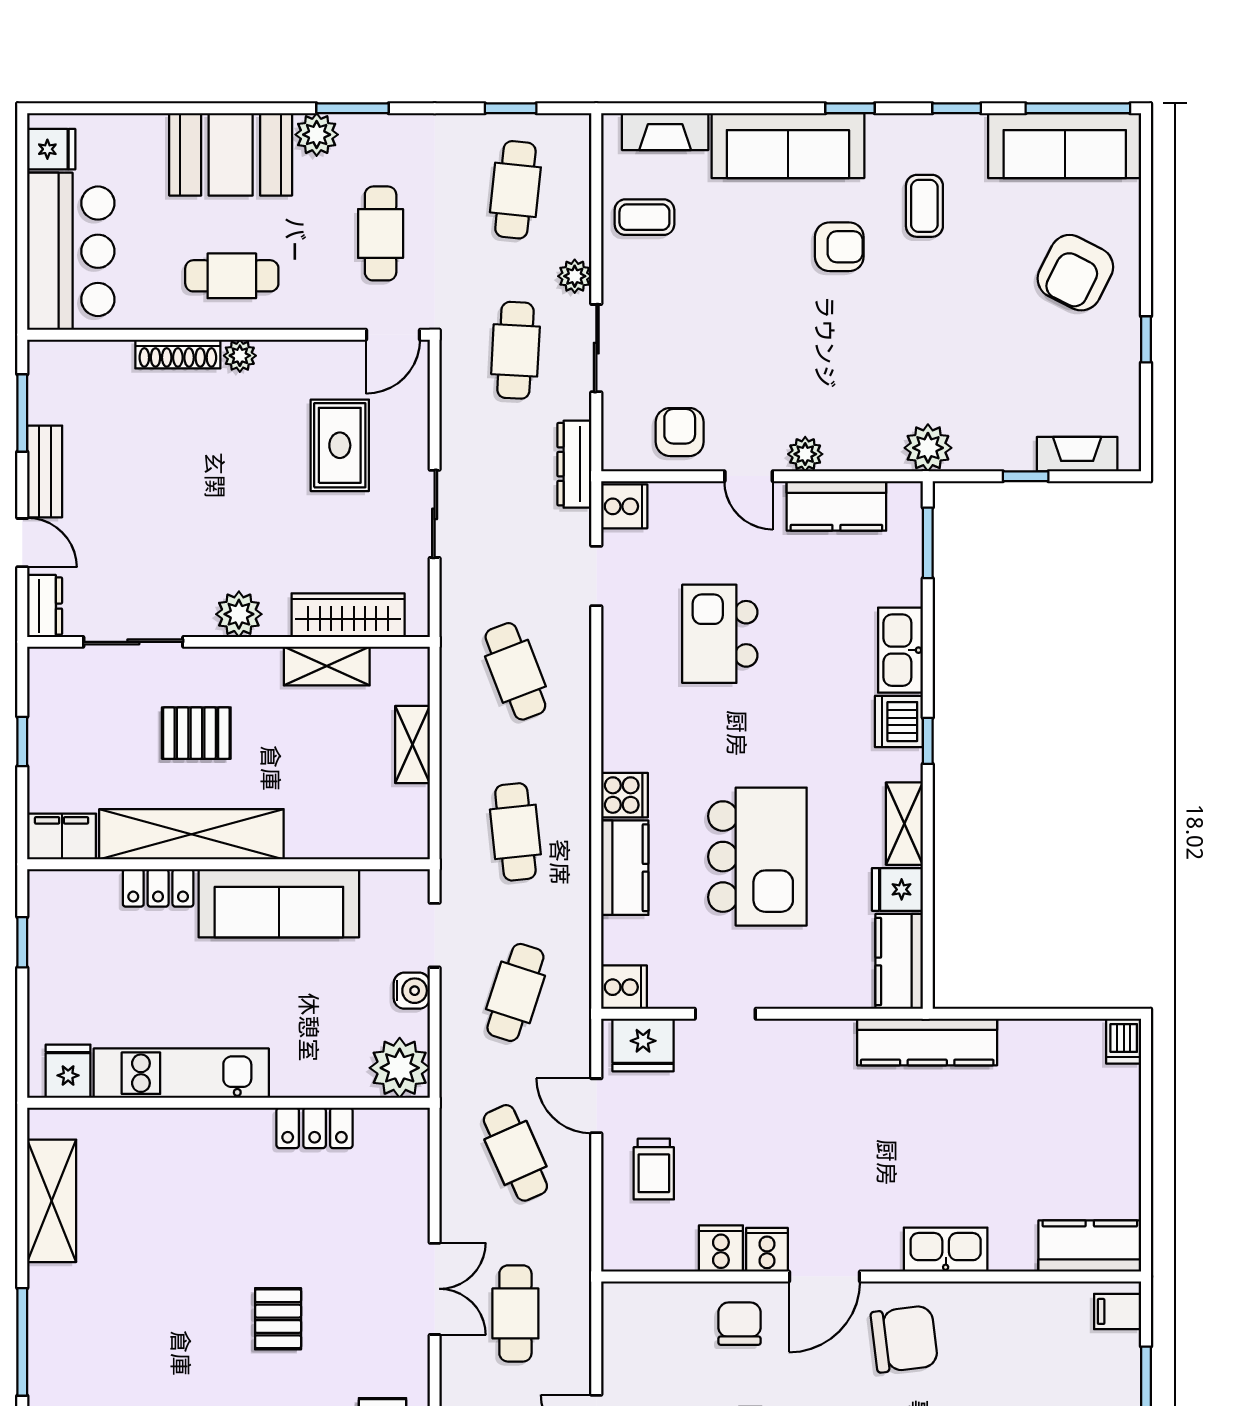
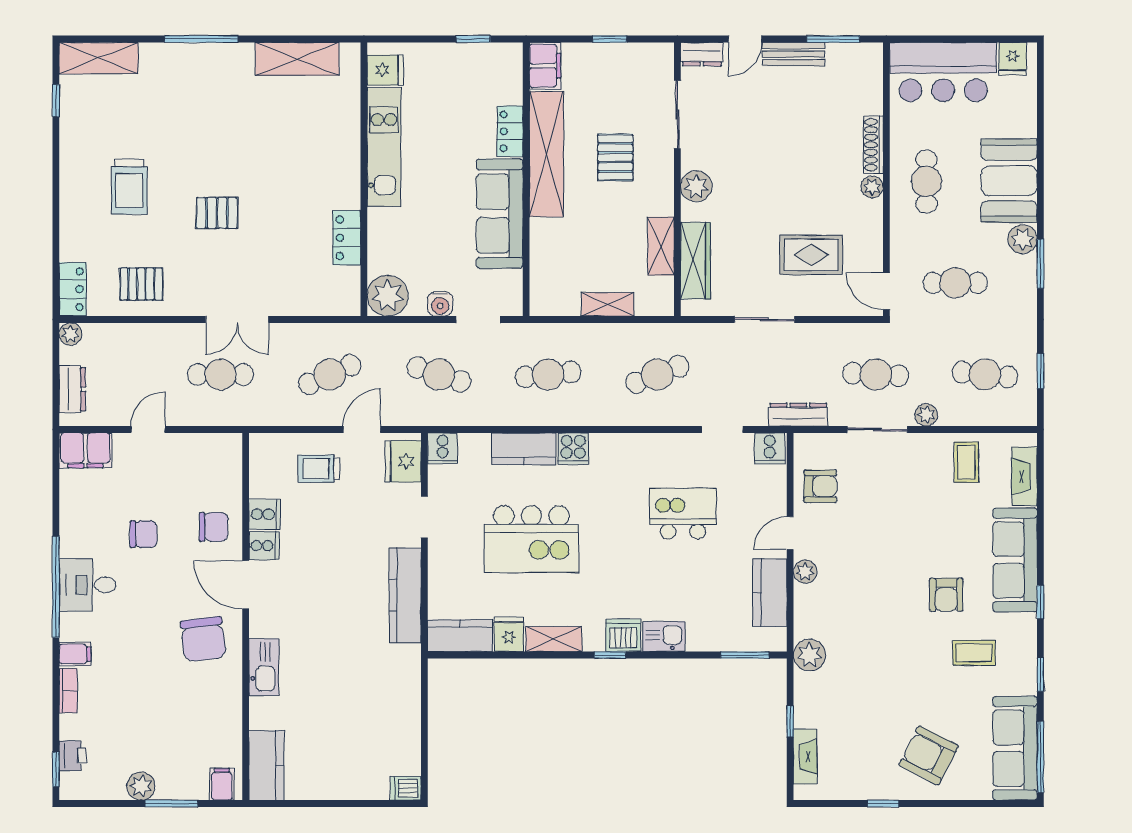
kitchen sink: (900, 650) -> (664, 636), width x0.73
kitchen counter: (927, 1042) -> (405, 595), moved

